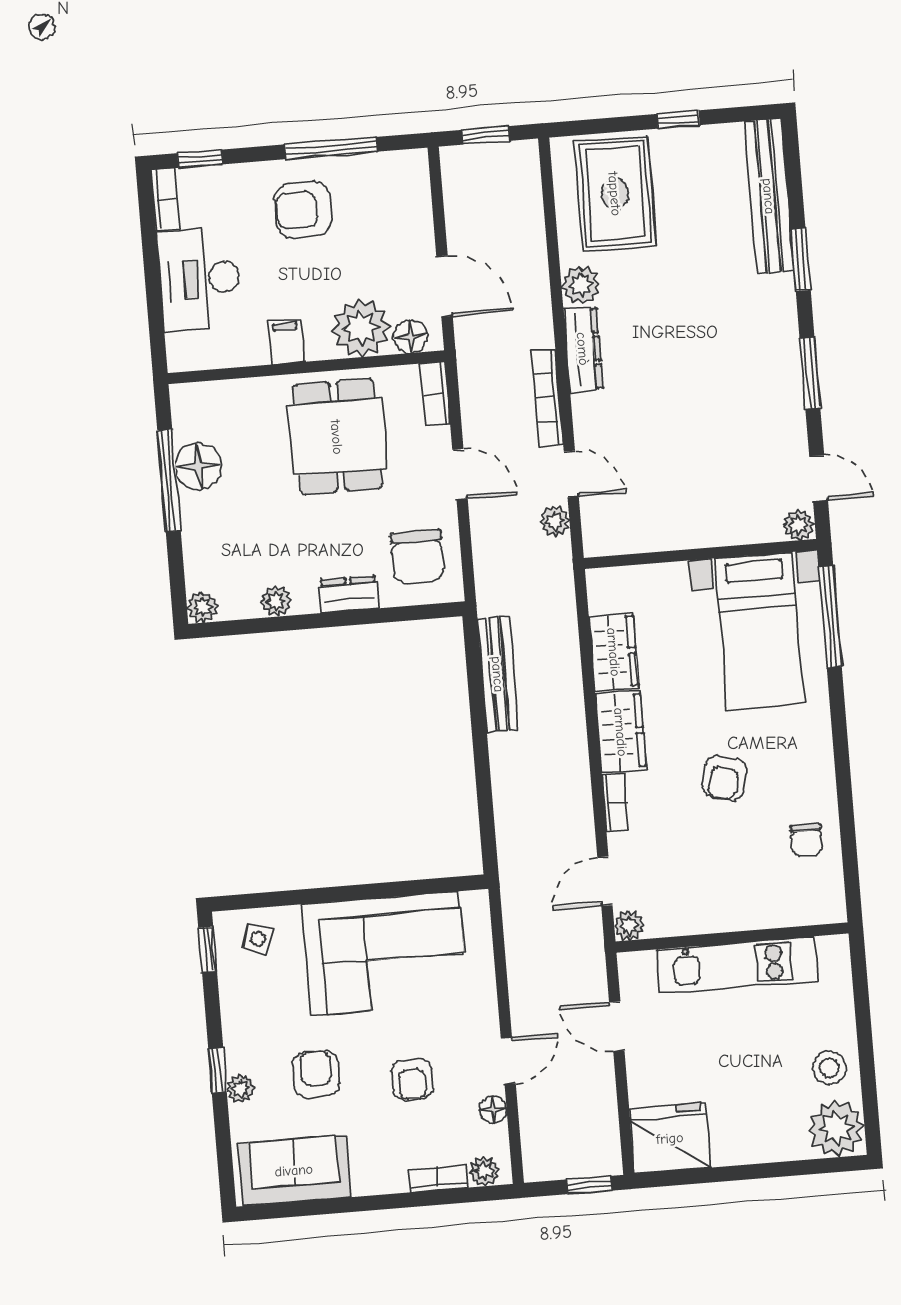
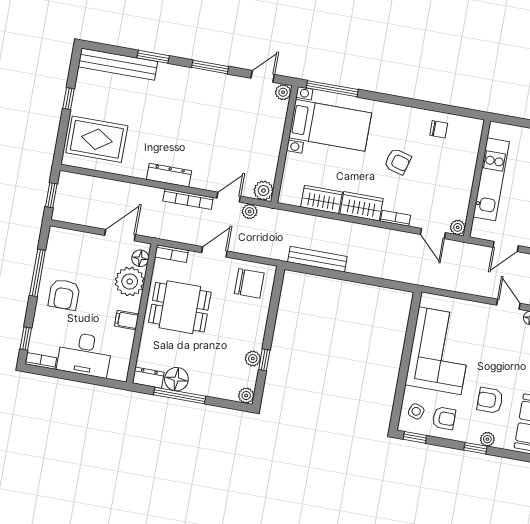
plant: (581, 285) -> (264, 191), moved
dresser: (349, 594) -> (148, 378), moved, turned 90
window: (279, 624) -> (264, 360), added
armchair: (412, 1079) -> (444, 418), moved

